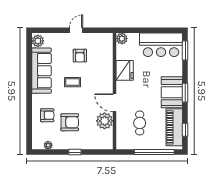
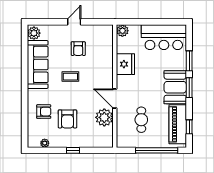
window: (185, 51) -> (189, 61), moved
armchair: (70, 122) -> (67, 119), turned 90

